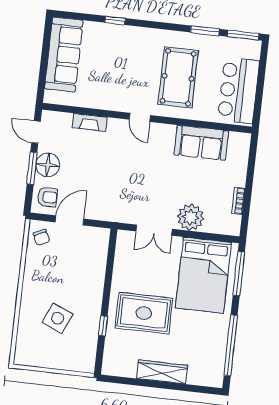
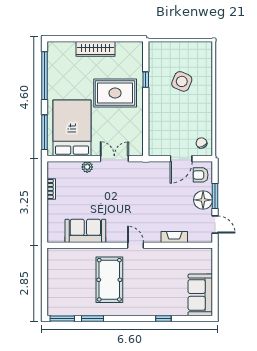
sofa: (64, 55) -> (200, 295), width x0.73
bar counter: (238, 90) -> (61, 275), removed
plant: (190, 217) -> (87, 167), width x0.53, depth x0.53

